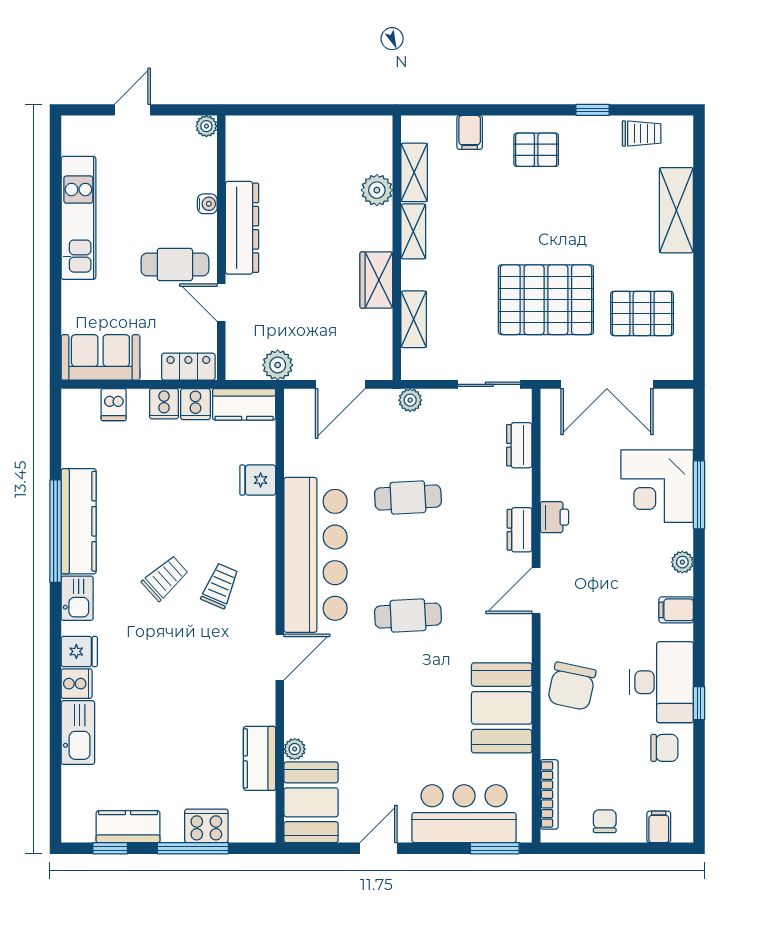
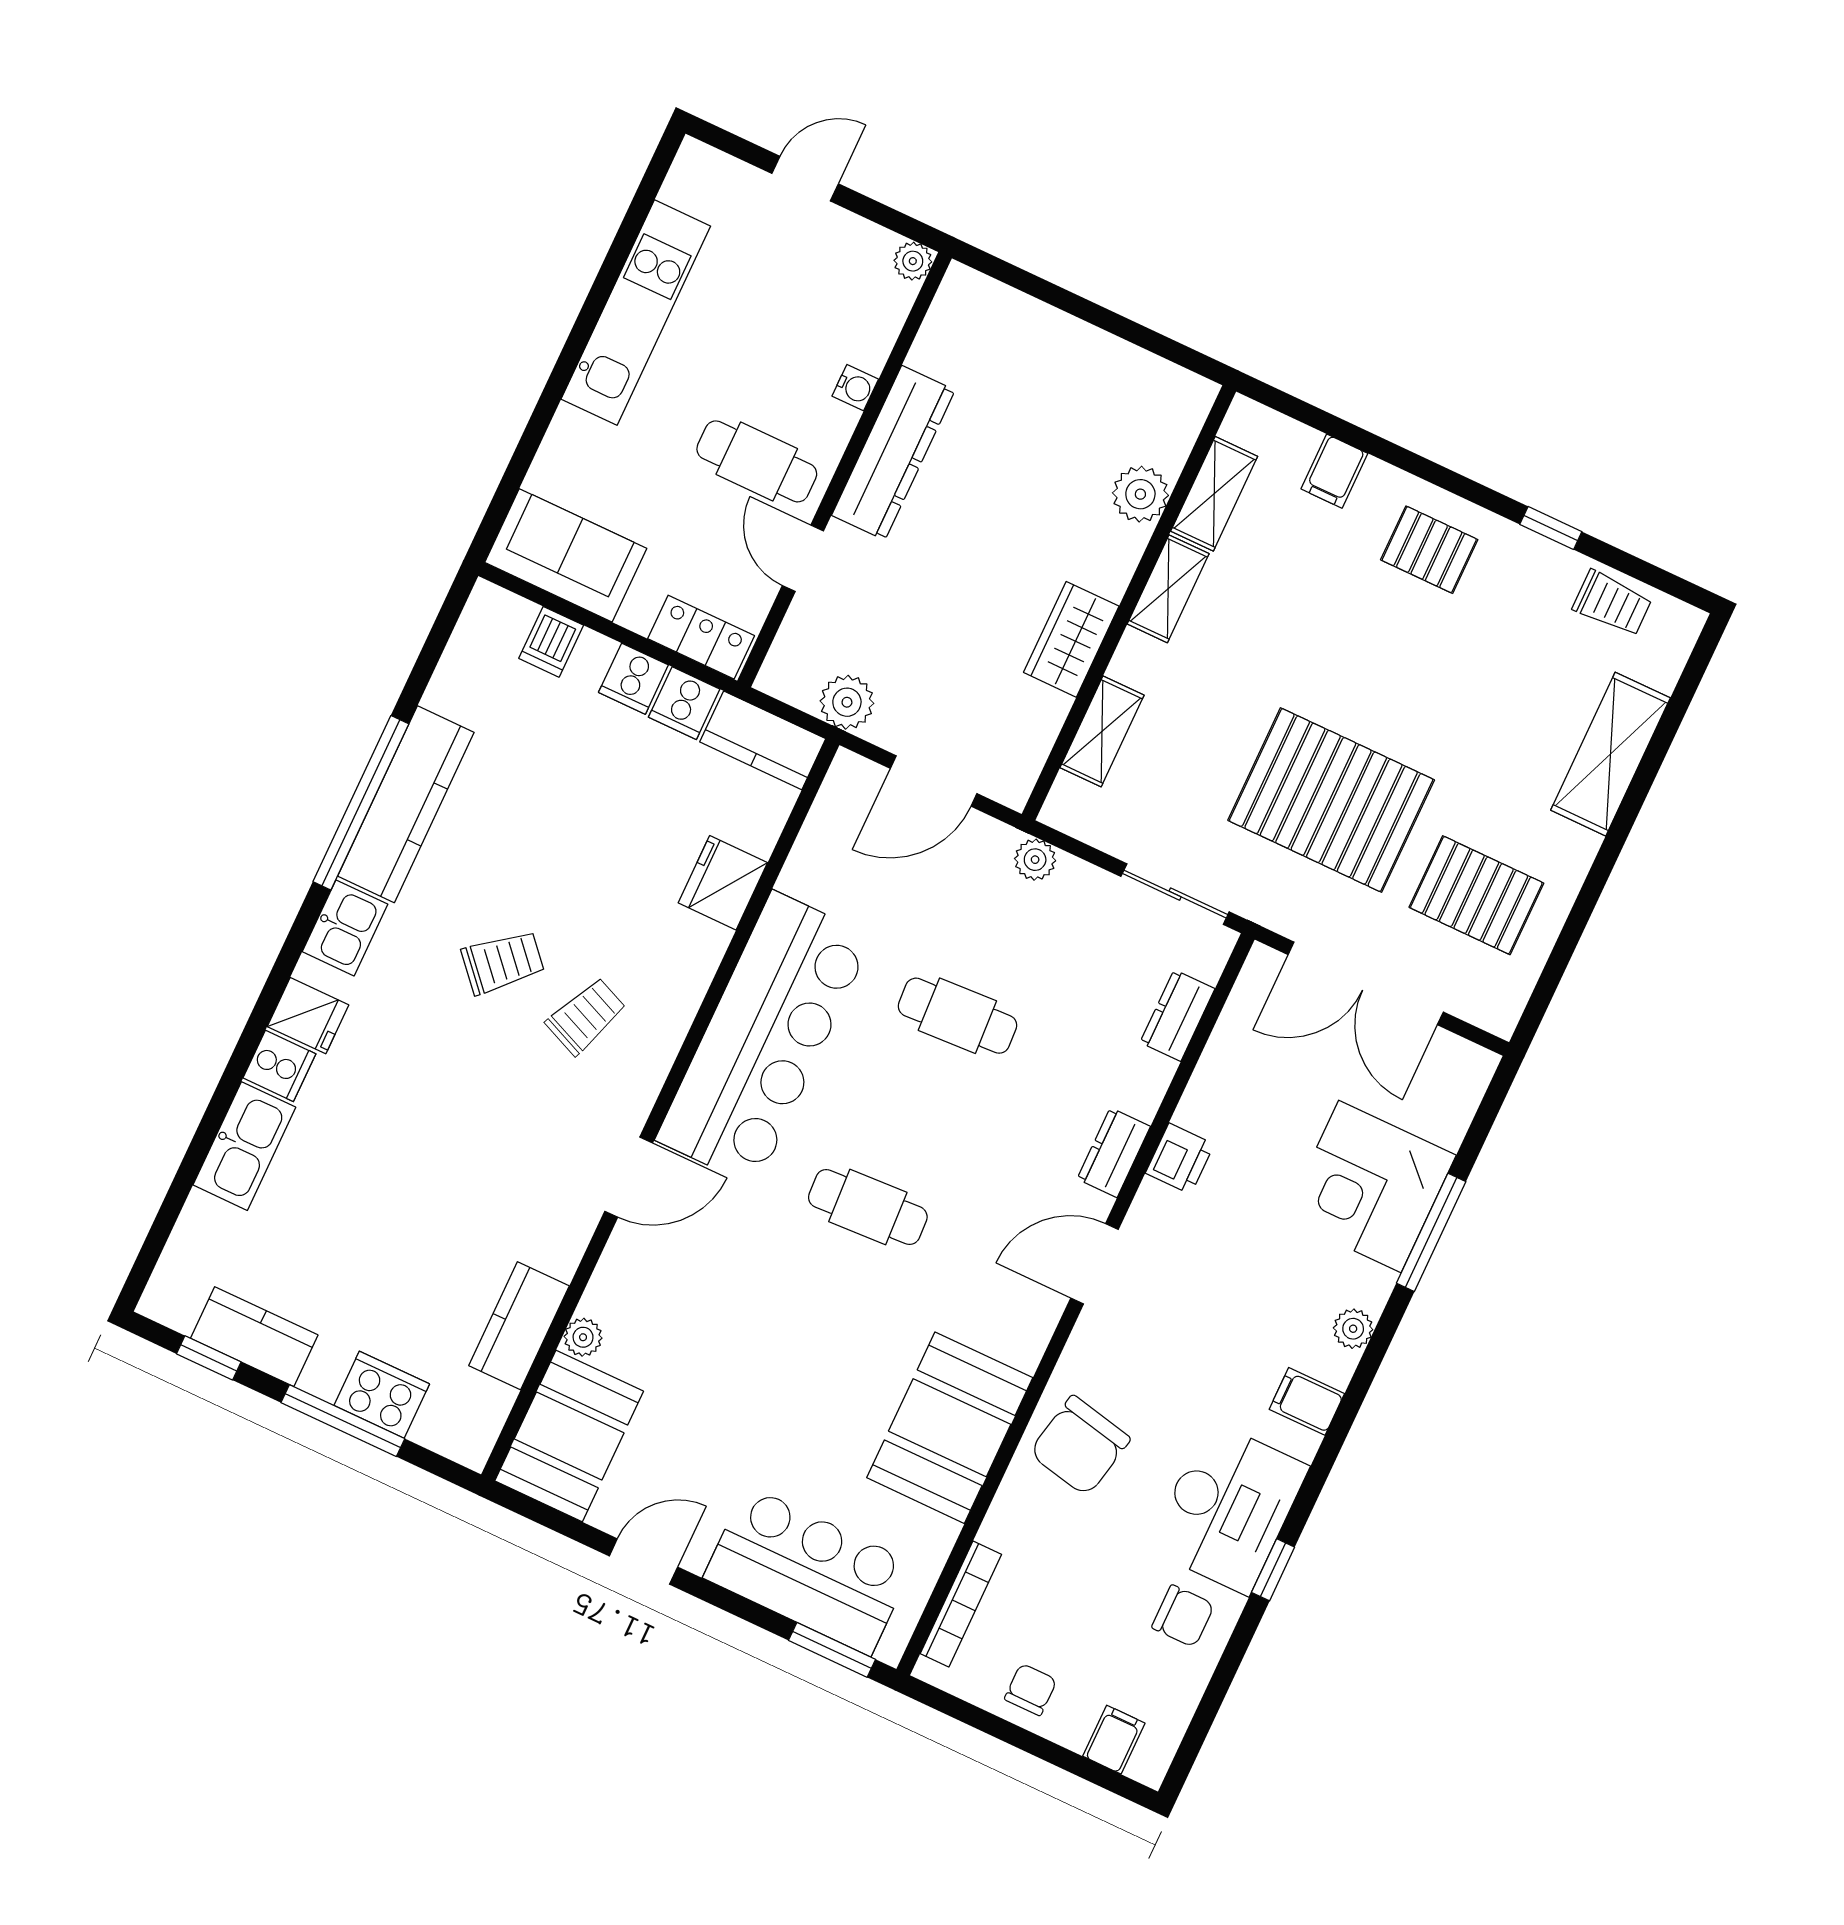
fridge: (258, 480) -> (723, 883), width x1.38

